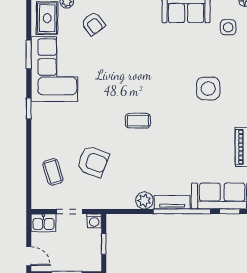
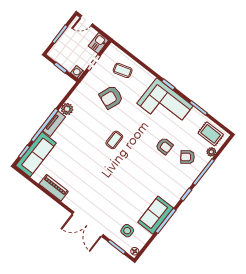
armchair: (101, 59) -> (164, 146), added
corner sofa: (54, 69) -> (165, 105), moved
side table: (208, 89) -> (102, 193), removed

